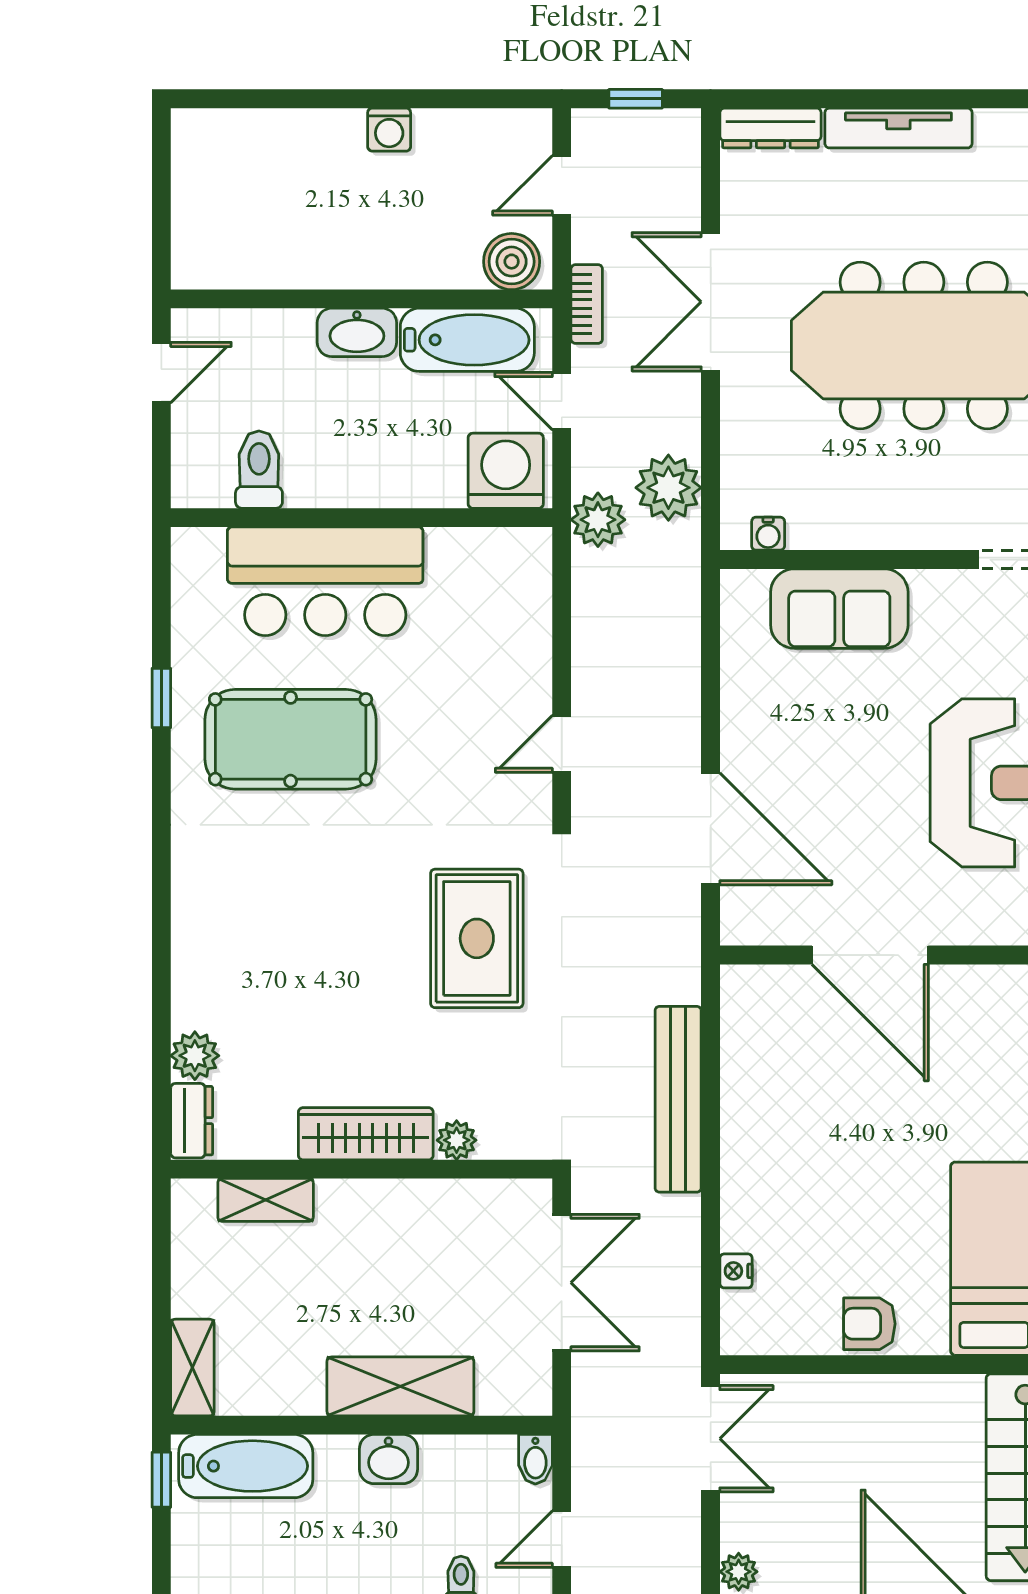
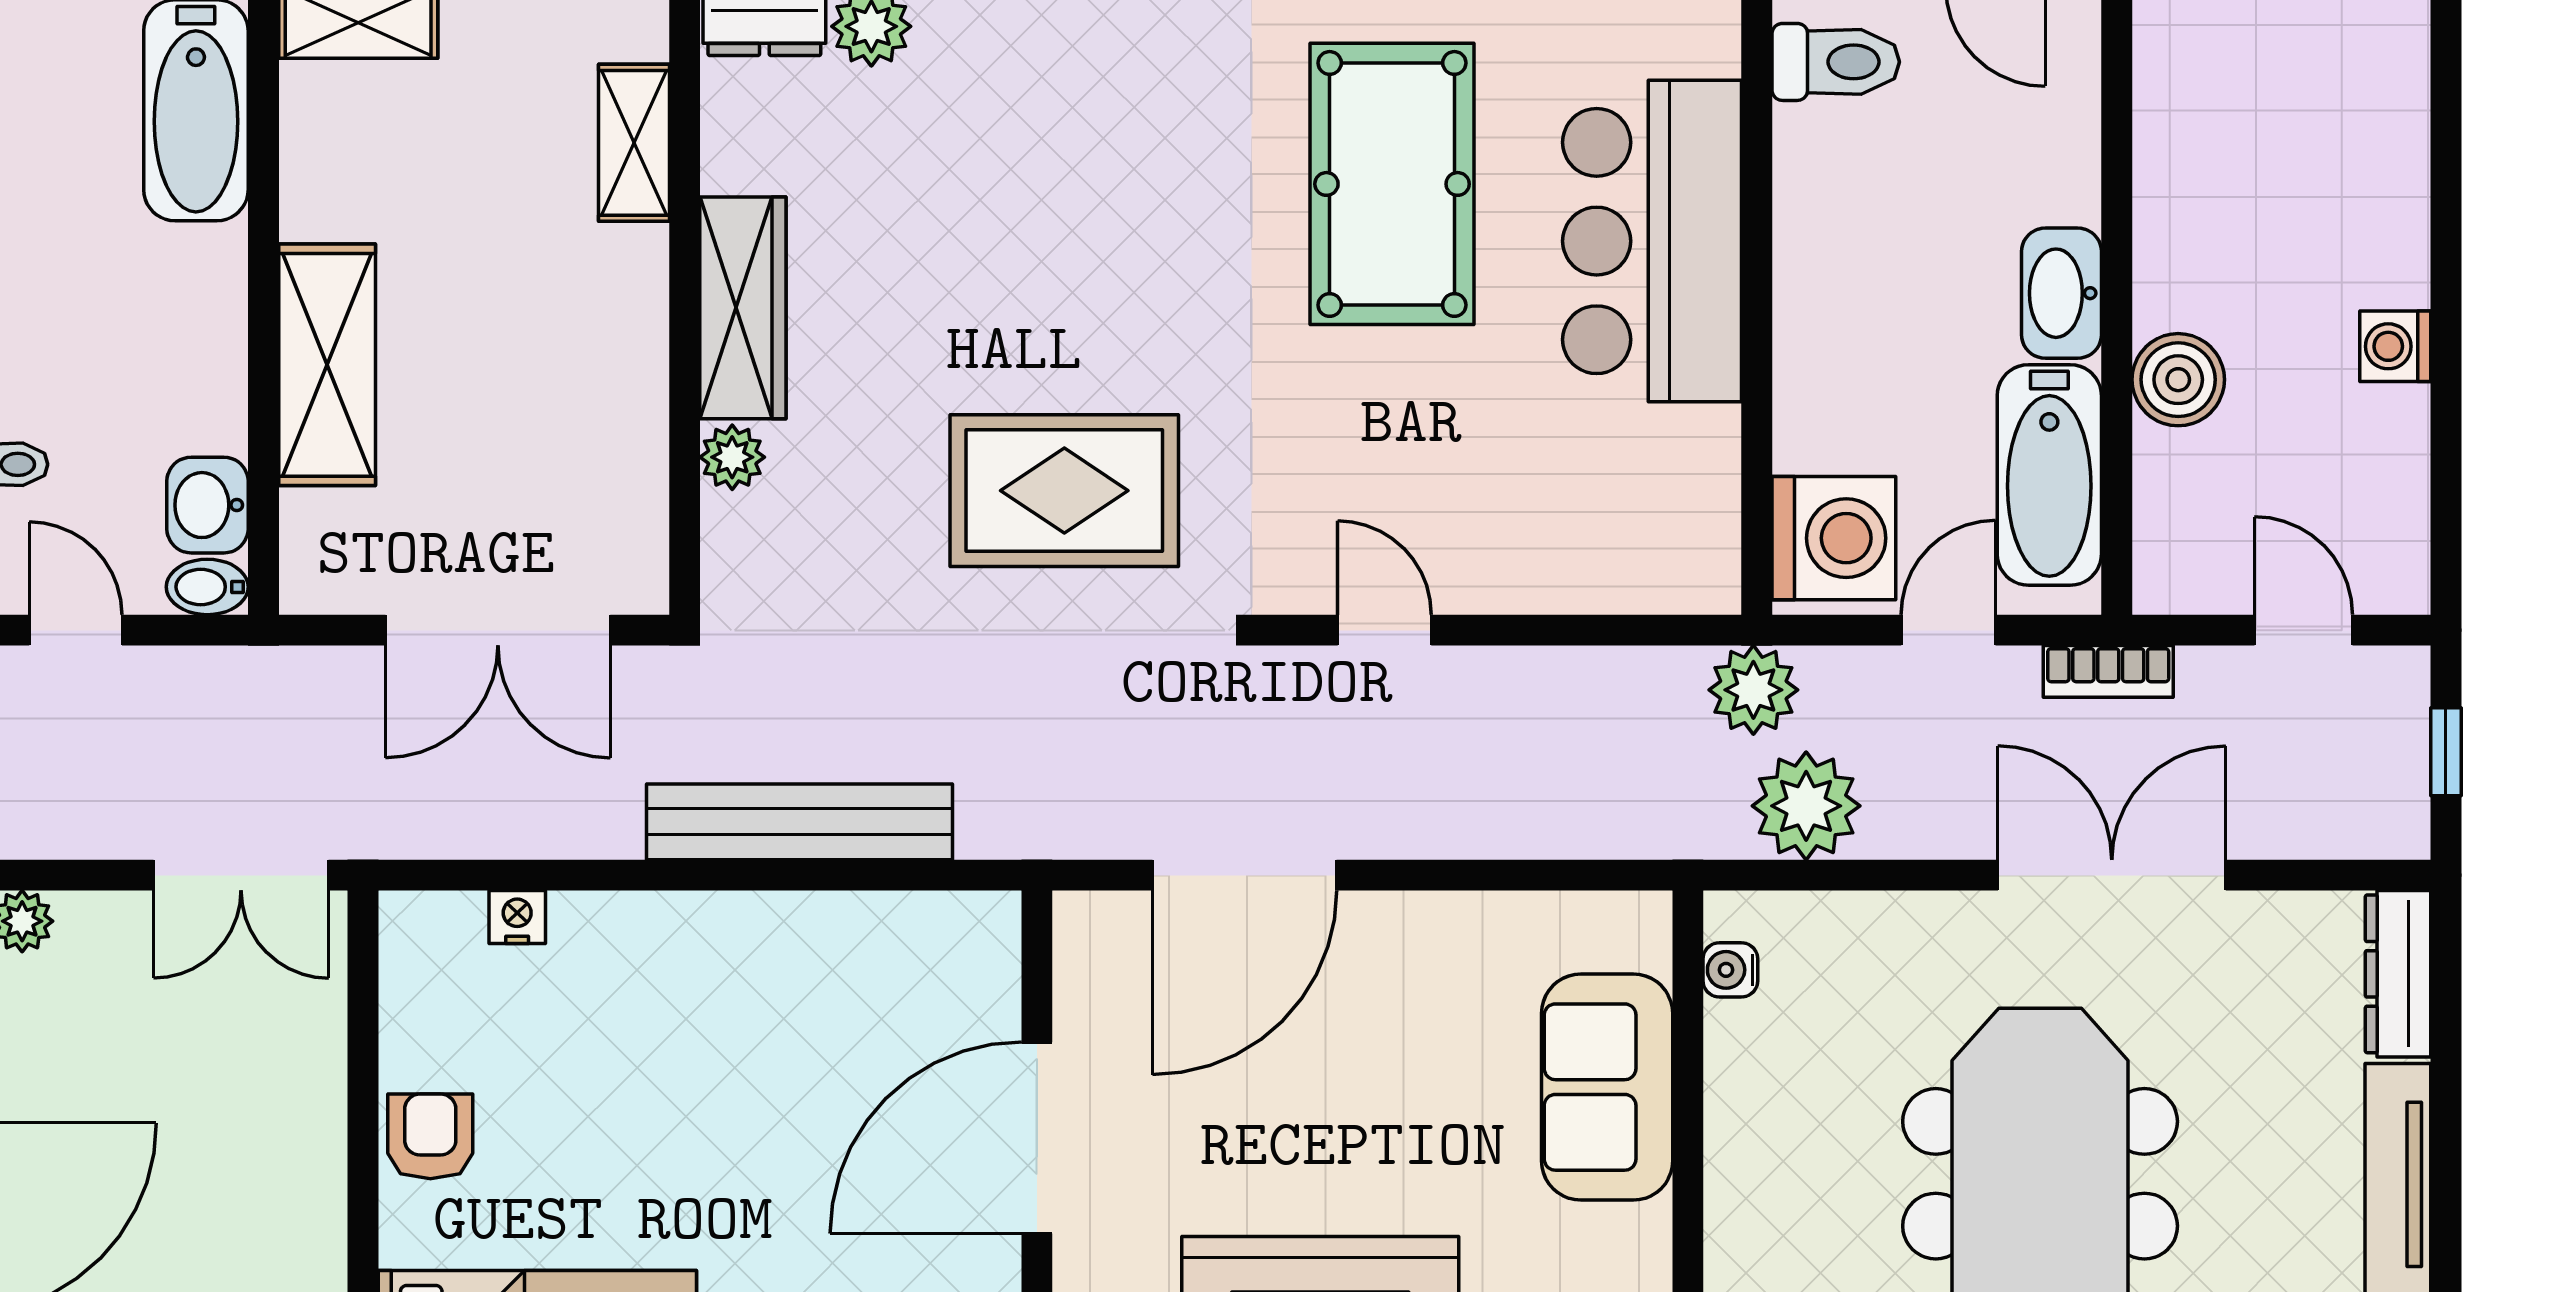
boiler: (512, 262) -> (2178, 380), moved
toilet: (259, 470) -> (1836, 62), moved
washbasin: (389, 1459) -> (208, 505), moved

